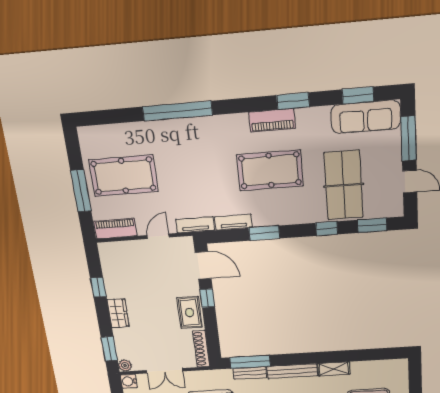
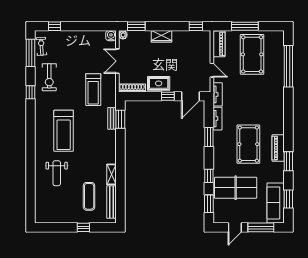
window: (177, 111) -> (288, 66), moved
window: (98, 287) -> (196, 26), moved
window: (250, 362) -> (120, 119), width x0.69
bench: (292, 371) -> (112, 202), moved

